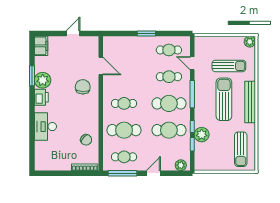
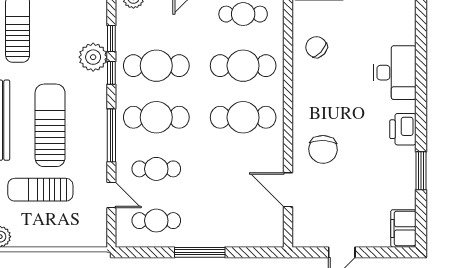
window: (146, 34) -> (200, 252), width x1.44
plant: (43, 80) -> (400, 162), removed
sun lounger: (224, 99) -> (50, 125), turned 180
cafe table: (124, 103) -> (243, 117), width x1.37, depth x1.35

